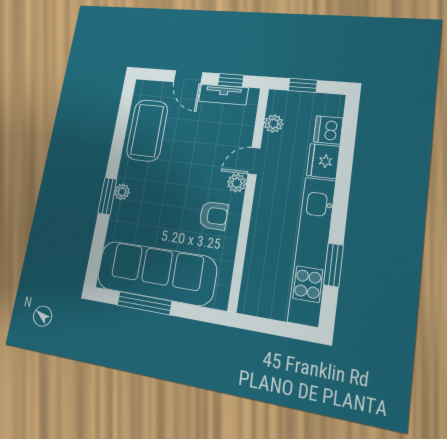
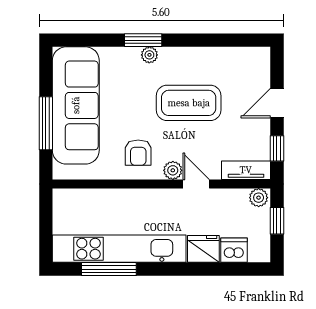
tv unit: (223, 95) -> (246, 170), moved, turned 90
plant: (274, 124) -> (259, 198), moved
coffee table: (147, 130) -> (189, 103), moved
window: (333, 265) -> (109, 269), width x1.44
window: (144, 303) -> (46, 123), moved

